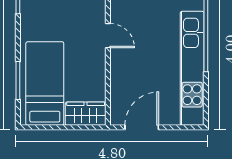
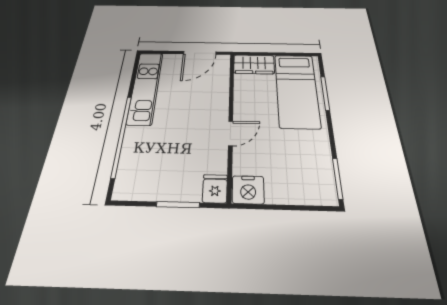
door: (108, 36) -> (231, 133), swing flipped
kitchen unit: (192, 68) -> (145, 87), width x0.73

